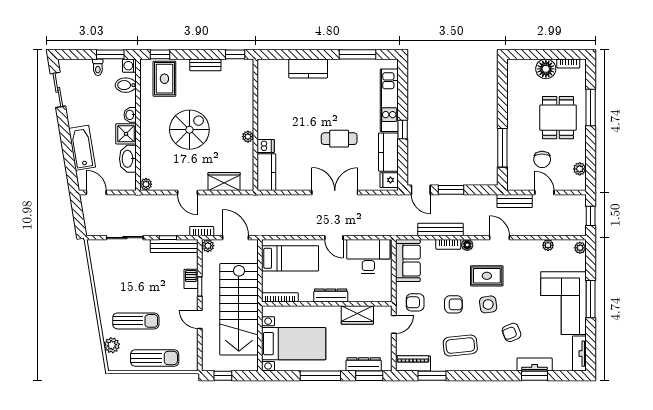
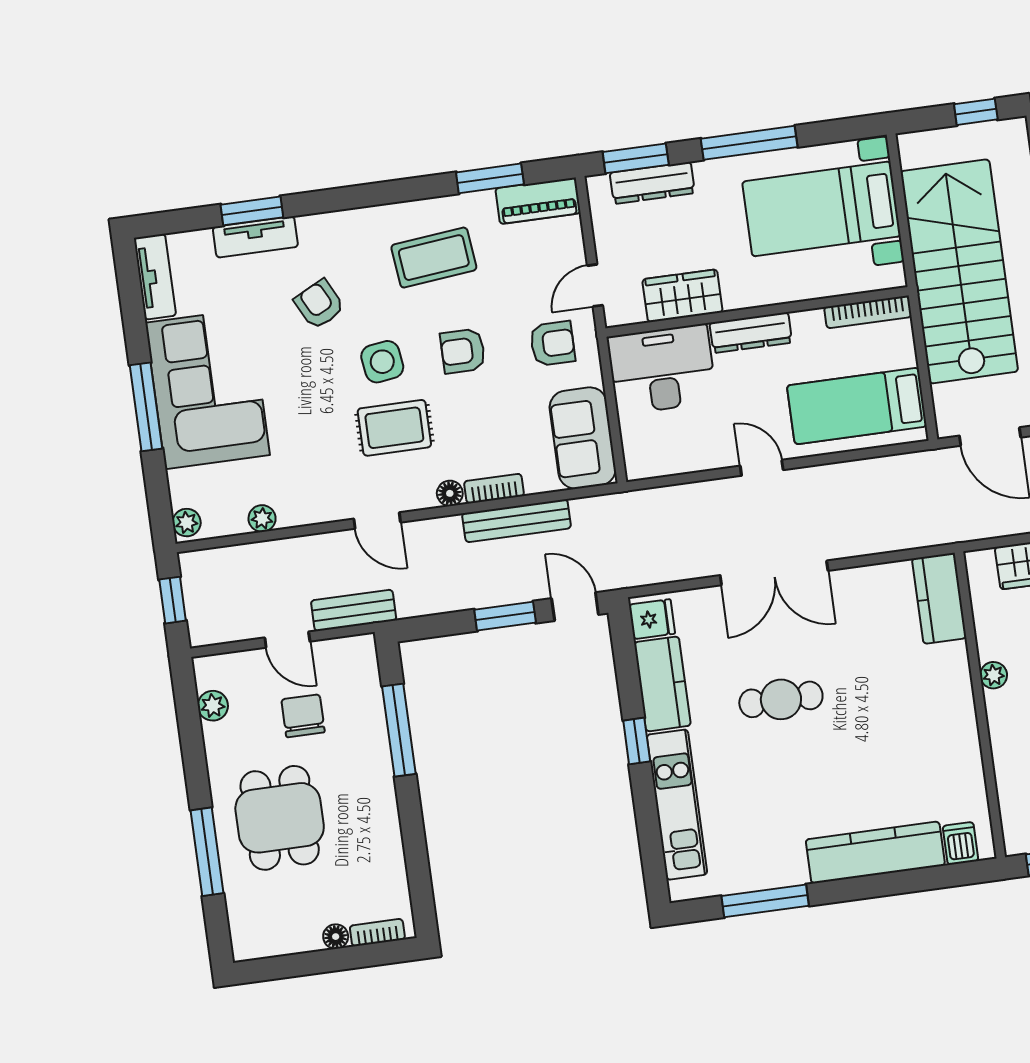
bookcase: (568, 63) -> (377, 933), moved
kitchen counter: (308, 68) -> (875, 852), width x1.50
floor lamp: (546, 69) -> (336, 937), width x0.53, depth x0.53
dishwasher: (266, 146) -> (960, 843), moved, turned 90
desk: (368, 256) -> (662, 369), moved, turned 180
armchair: (511, 332) -> (319, 304), turned -95

